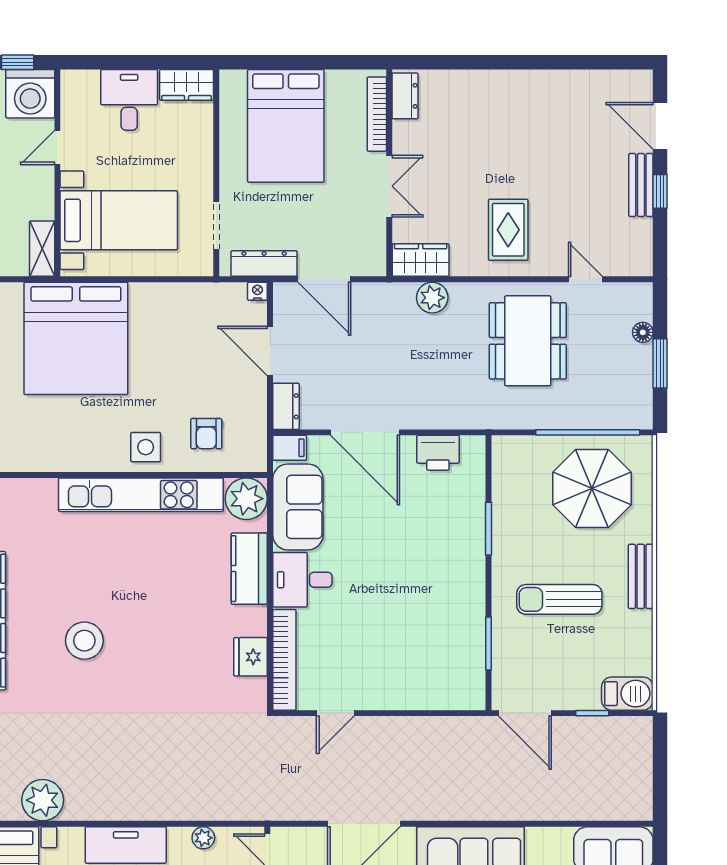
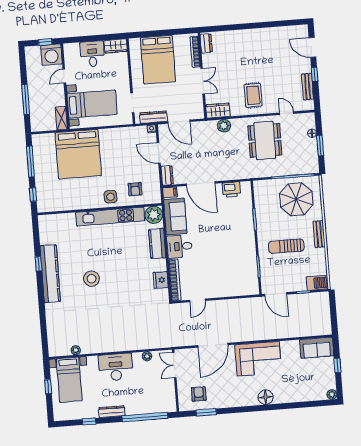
bench: (641, 185) -> (308, 87), moved
plant: (43, 800) -> (76, 350), width x0.53, depth x0.53

